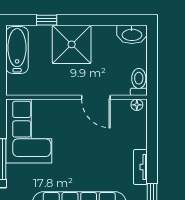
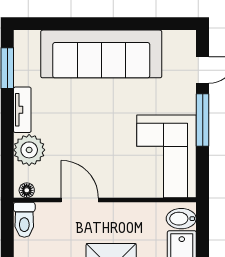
bidet: (17, 83) -> (181, 219), added
plant: (135, 136) -> (29, 150), added

